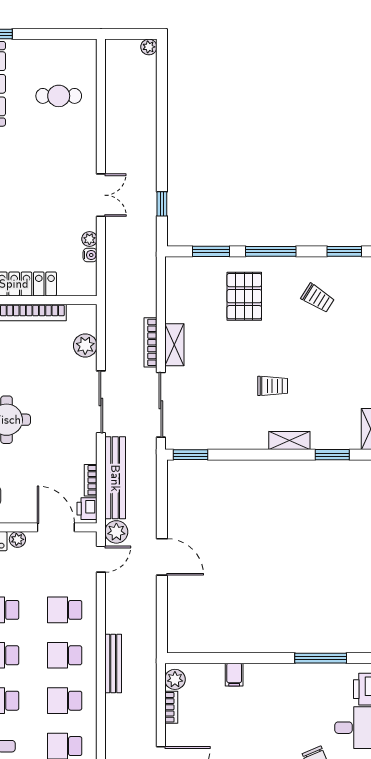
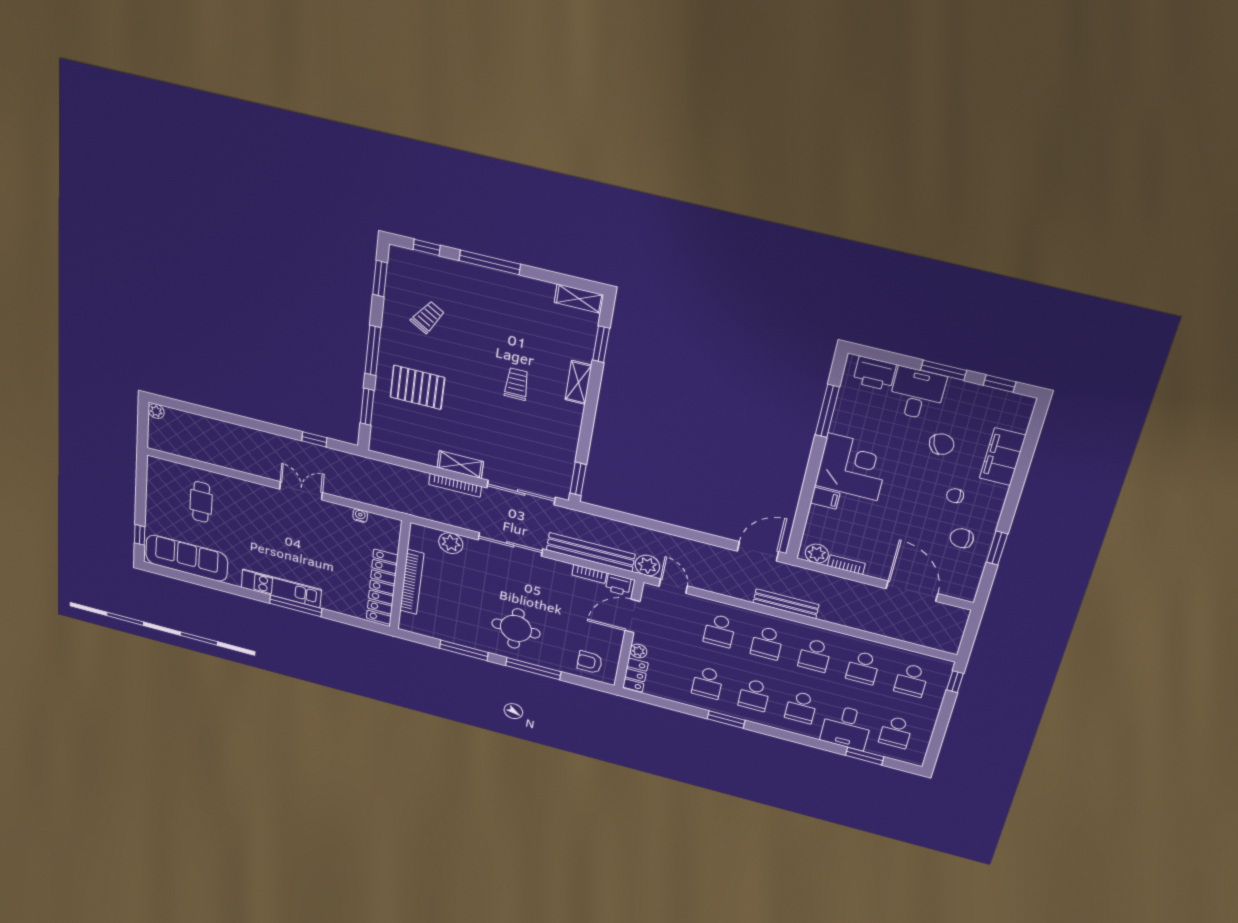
plant: (89, 239) -> (344, 512), removed
door: (162, 557) -> (758, 551), moved
corner desk: (272, 691) -> (853, 467), added

